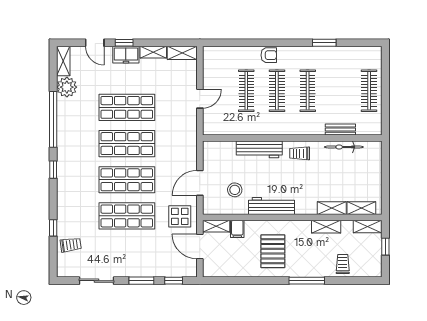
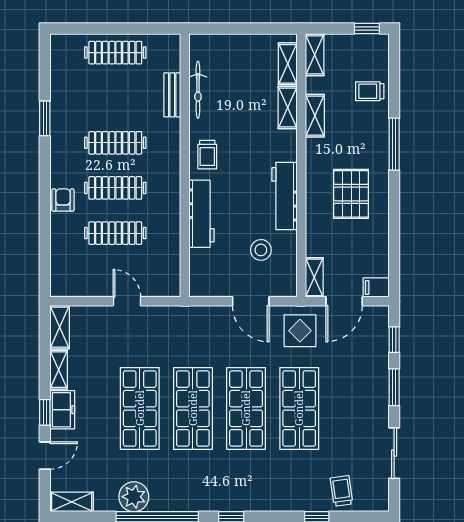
plant: (67, 87) -> (134, 497), moved
filing cabinet: (237, 229) -> (376, 287), moved, turned 180
window: (385, 247) -> (367, 29), moved
pallet: (273, 251) -> (351, 194), turned 90

